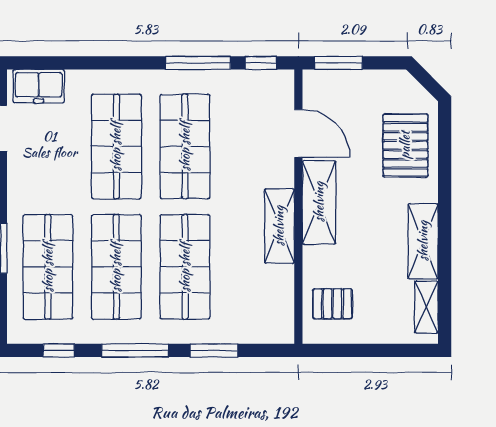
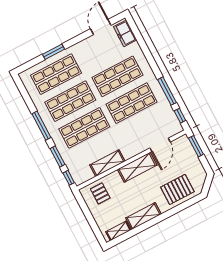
shelving: (279, 226) -> (107, 163), moved
window: (59, 350) -> (69, 178), moved

